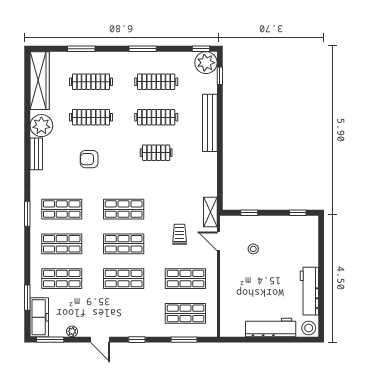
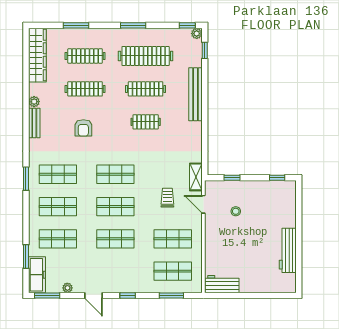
plant: (206, 63) -> (197, 34), width x0.53, depth x0.53
clothes rail: (156, 82) -> (146, 56), width x1.37, depth x1.31
plant: (41, 126) -> (34, 102), width x0.53, depth x0.53
armchair: (89, 159) -> (83, 128), turned -90
workbench: (271, 327) -> (222, 284), moved, width x0.73
stool: (309, 328) -> (287, 285), removed

